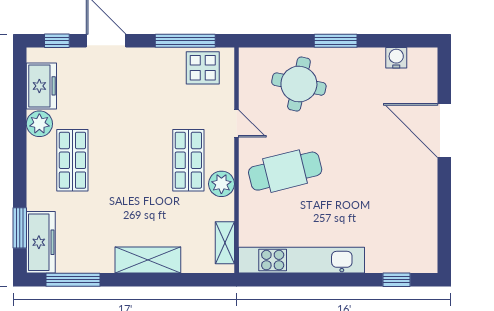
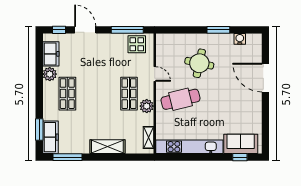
window: (336, 41) -> (218, 30), moved
round table: (299, 84) -> (199, 63), moved
sofa: (398, 255) -> (241, 144), added

